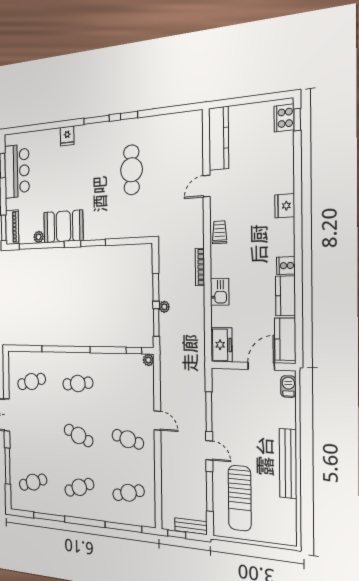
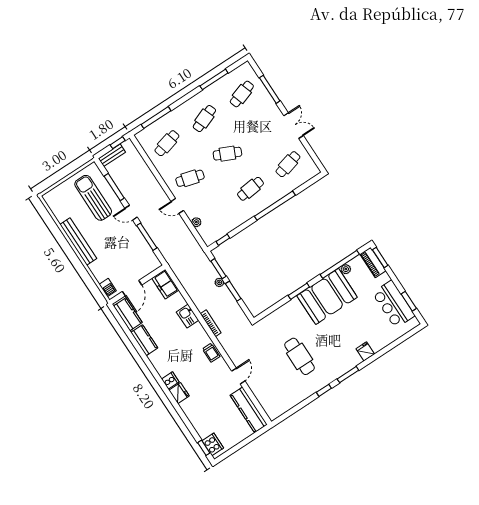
booth: (63, 226) -> (327, 296), width x1.36, depth x1.42
cooker: (286, 266) -> (170, 381), moved
plant: (148, 360) -> (196, 222), moved

